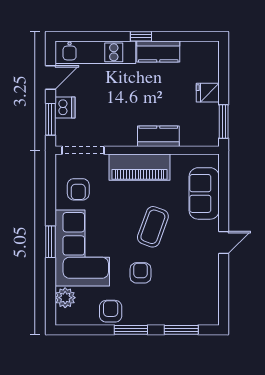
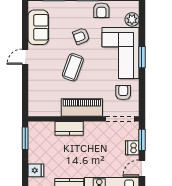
fridge: (208, 93) -> (36, 170), moved
sofa: (204, 193) -> (38, 27), moved
armchair: (141, 273) -> (81, 36), turned 70

